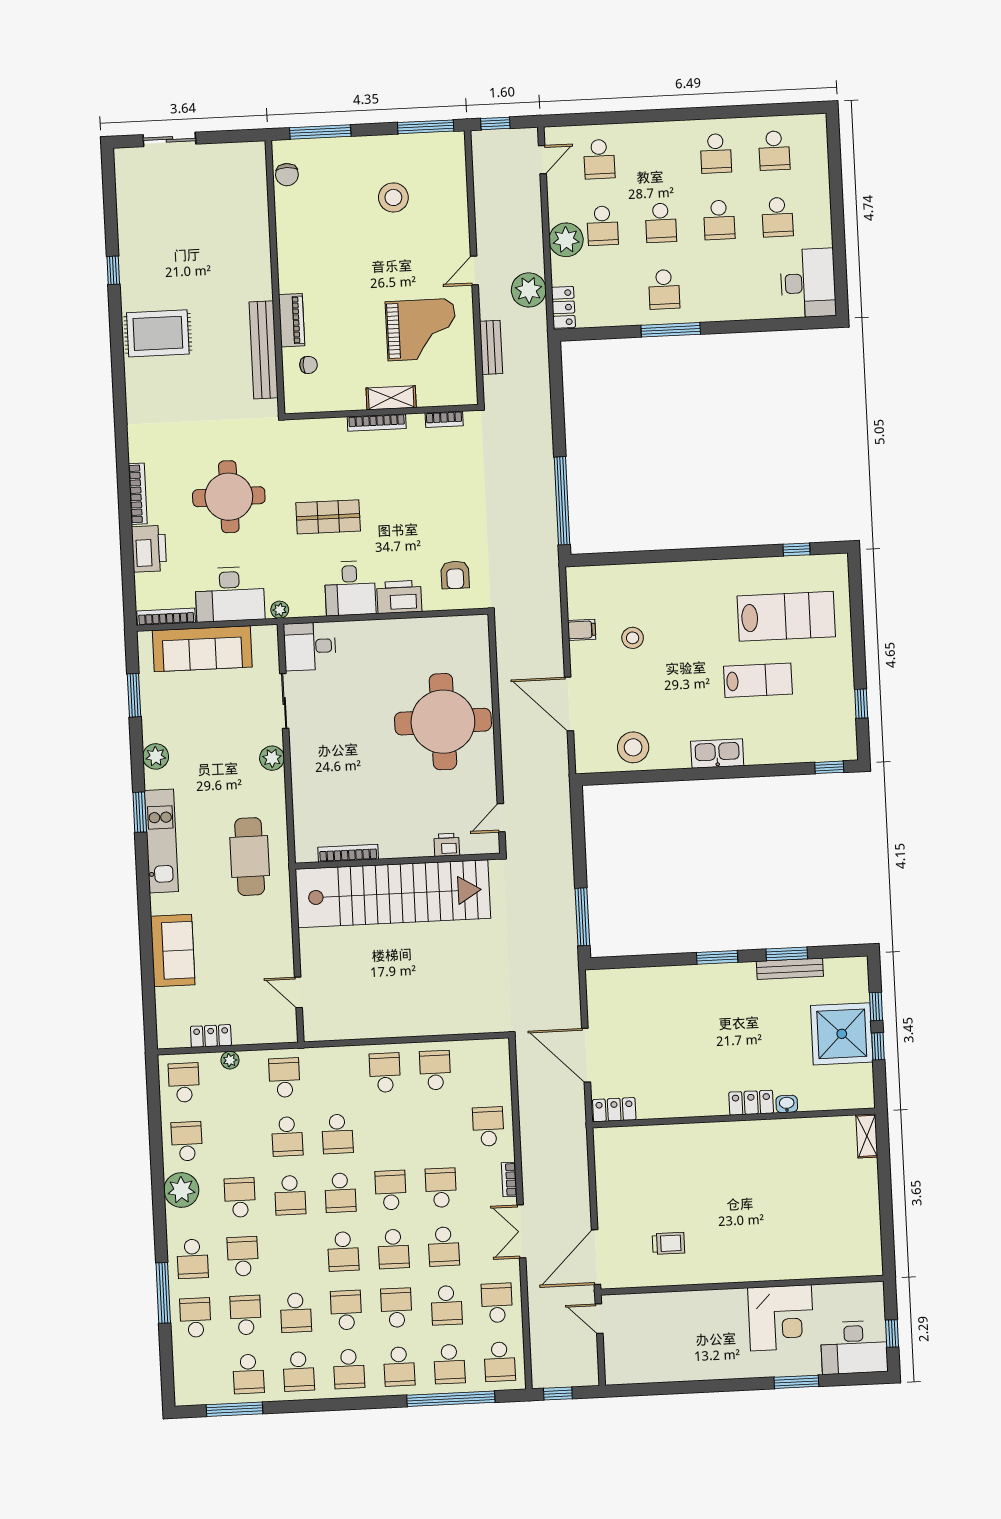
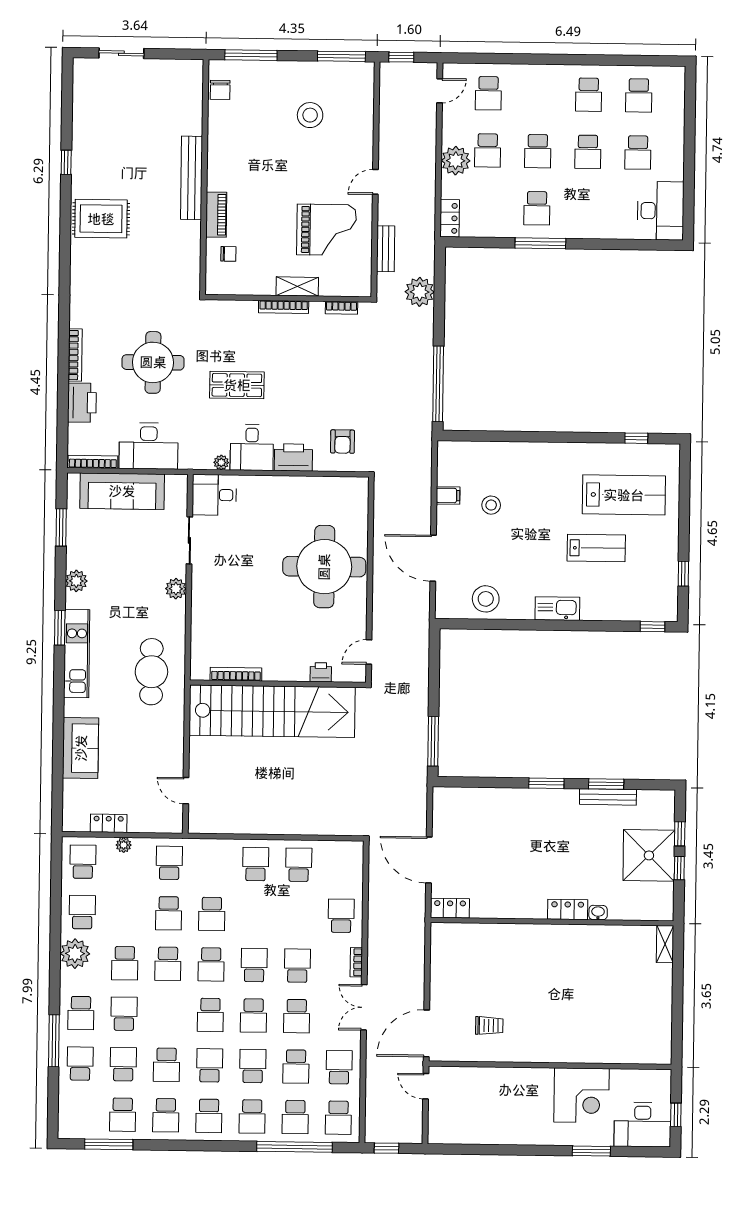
plant: (529, 290) -> (420, 292), moved
bench: (264, 350) -> (192, 178), moved
plant: (280, 610) -> (221, 462), moved
school desk: (240, 1198) -> (125, 963), turned 180

